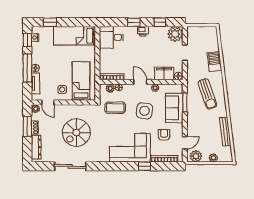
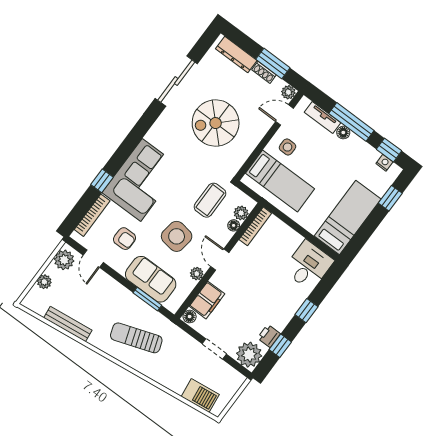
printer: (143, 31) -> (269, 336), moved
barbecue: (214, 62) -> (200, 395), moved
door: (140, 82) -> (220, 260), swing flipped
spiral stairs: (76, 133) -> (216, 123), turned -90

